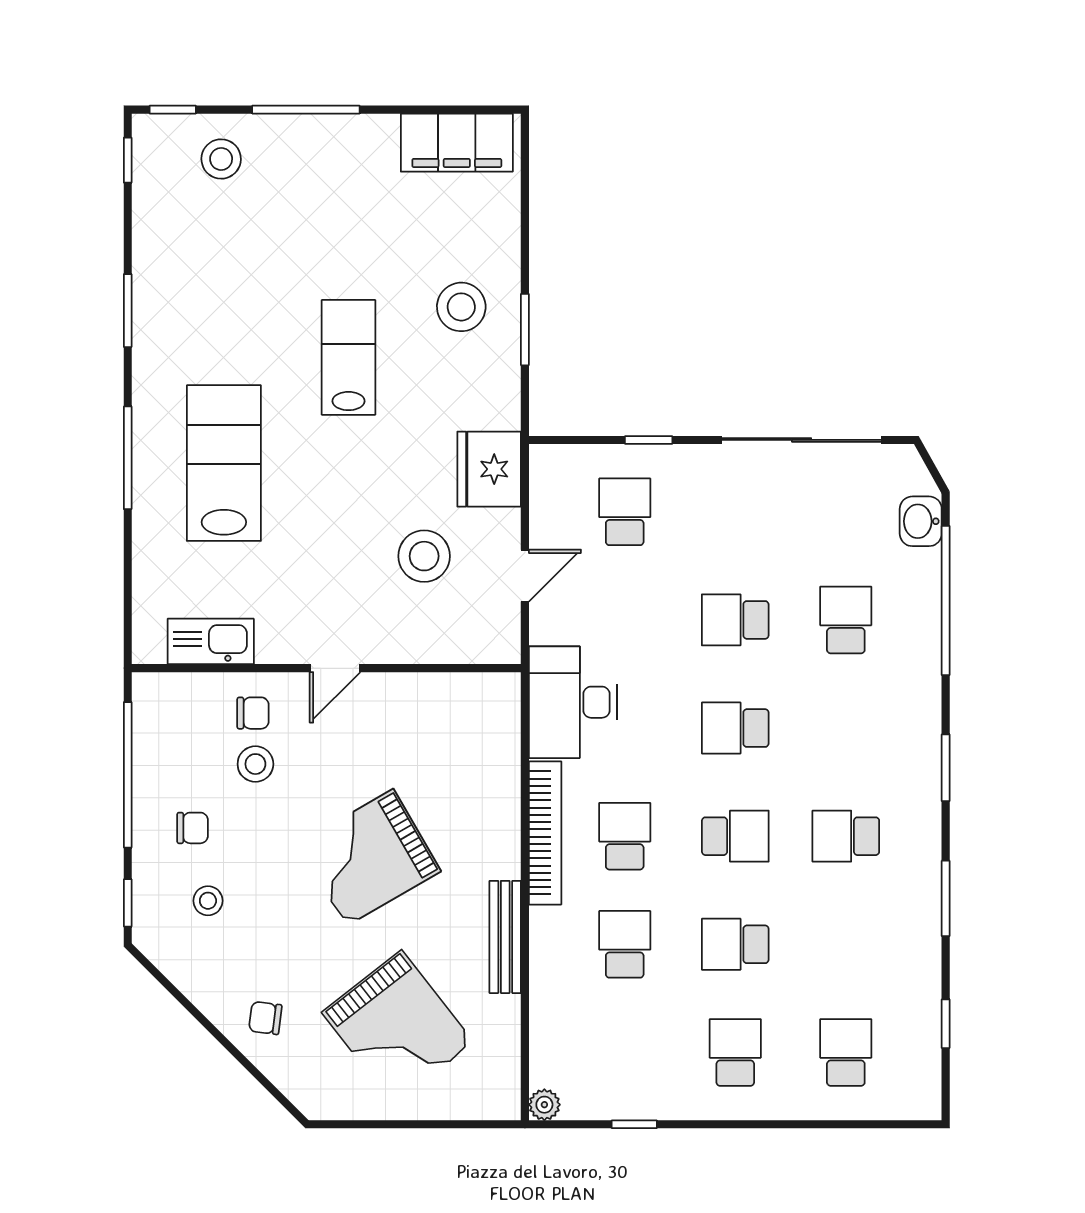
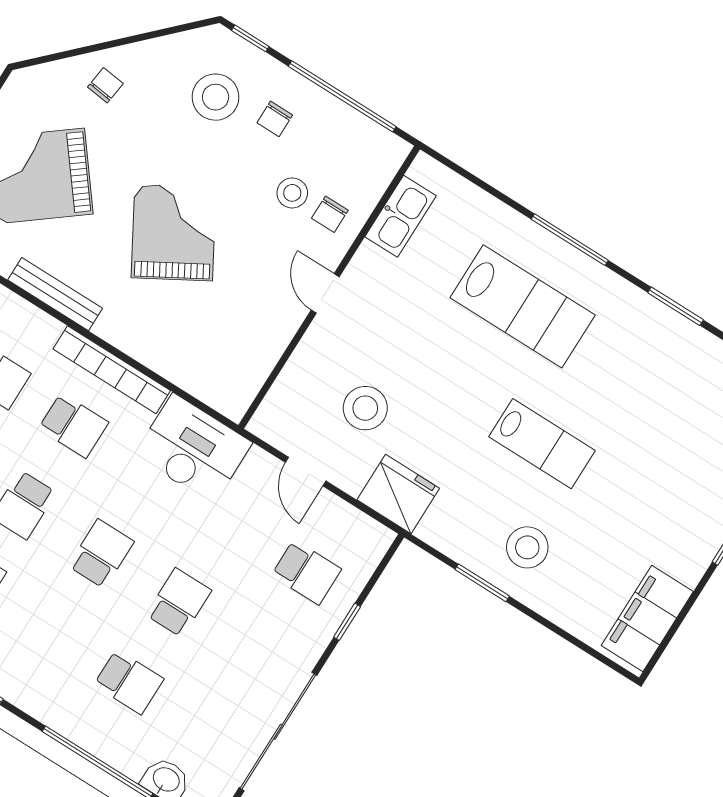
stool: (208, 901) -> (216, 97), width x1.89, depth x1.89

